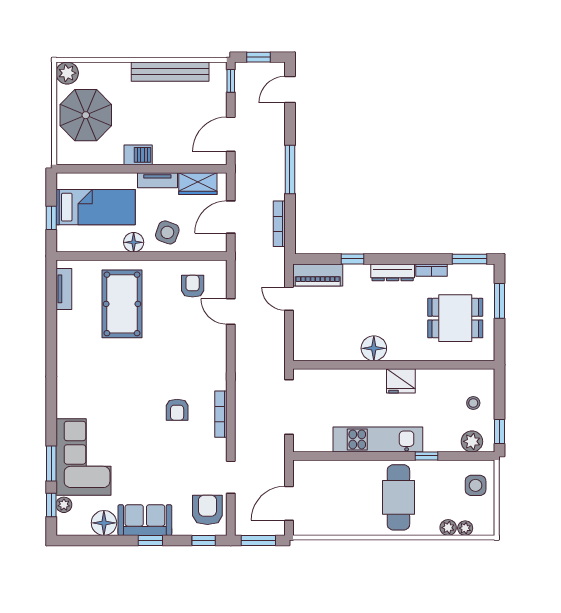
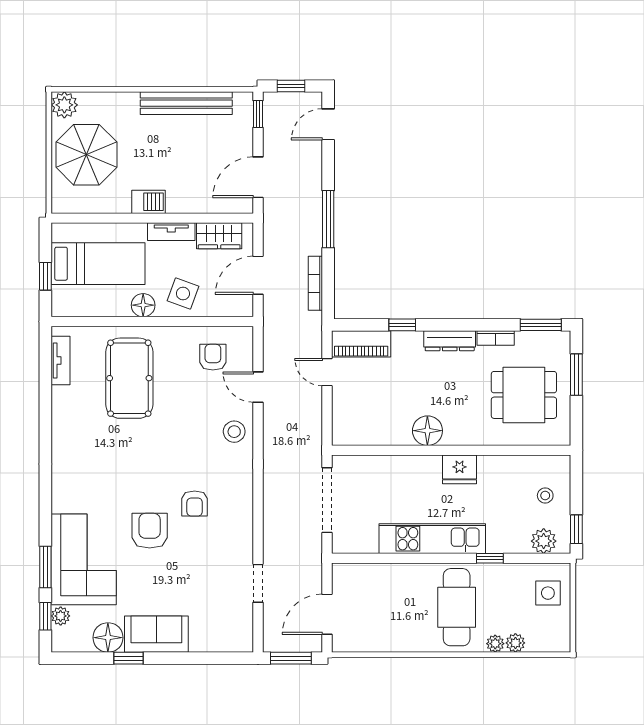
stool: (211, 349) -> (234, 432), added
bookcase: (221, 414) -> (246, 509), removed
armchair: (207, 510) -> (150, 531), moved
plant: (465, 528) -> (495, 644), moved
window: (150, 540) -> (128, 658), moved
window: (204, 540) -> (226, 658), removed

